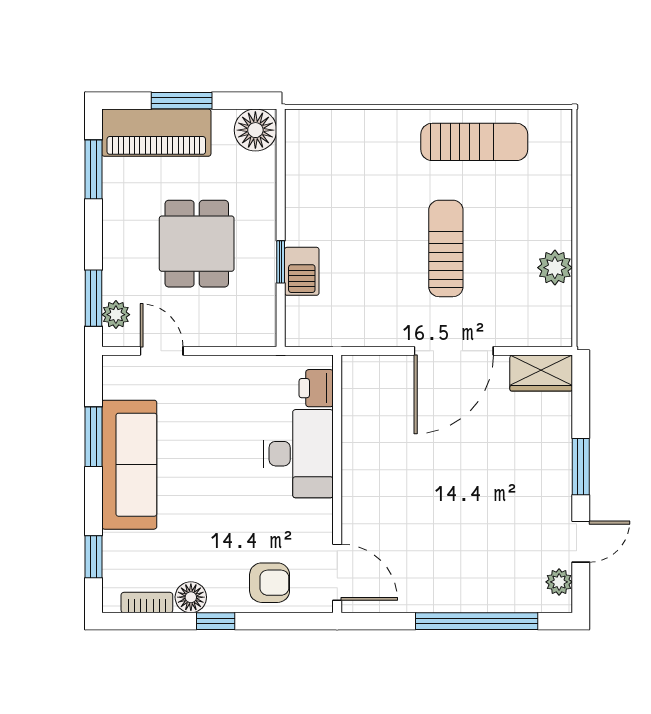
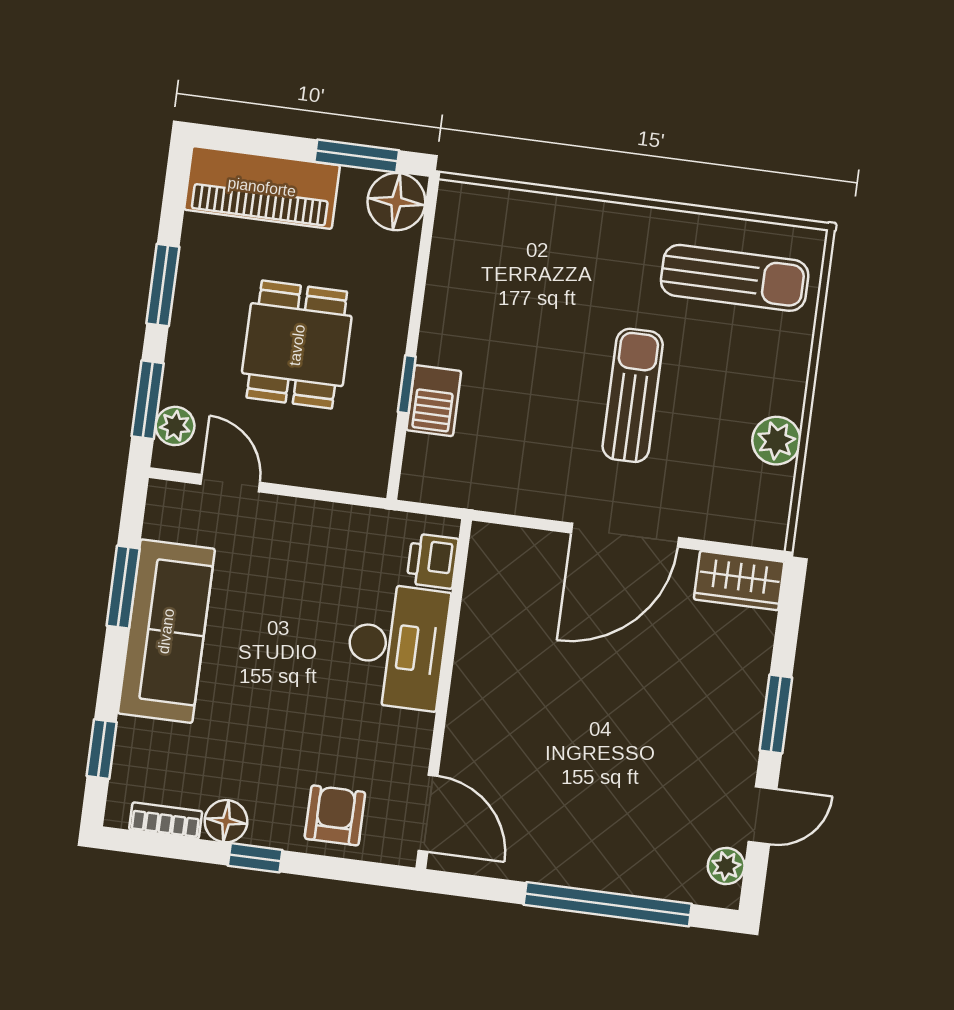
window: (182, 101) -> (357, 156), moved
sun lounger: (474, 142) -> (735, 278), moved
window: (93, 169) -> (163, 285), moved
armchair: (270, 583) -> (335, 815), turned -90

